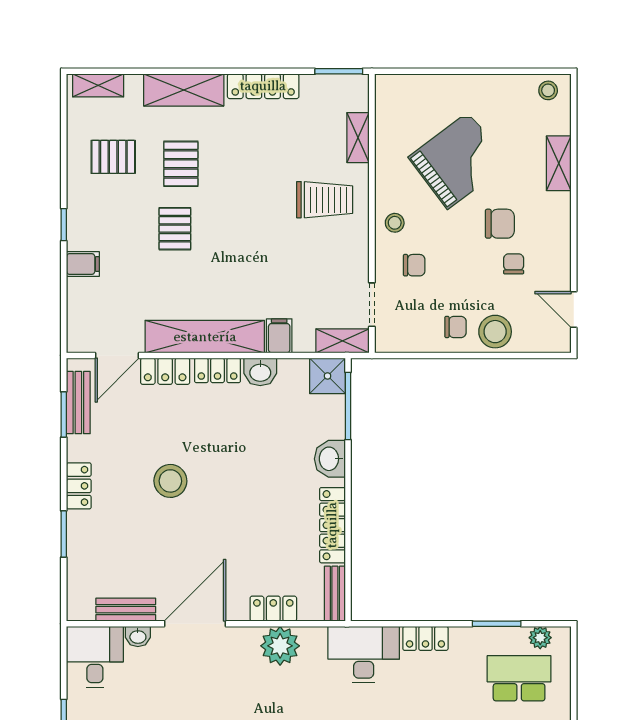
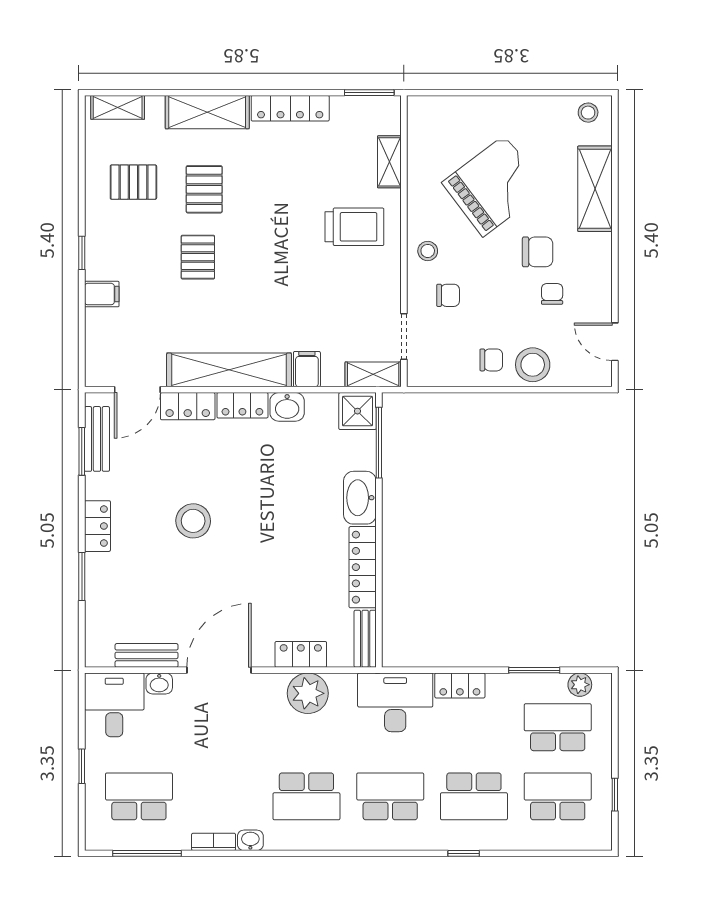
shelving: (559, 163) -> (595, 189), width x1.50, depth x1.33
washbasin: (330, 459) -> (360, 498), width x1.38

